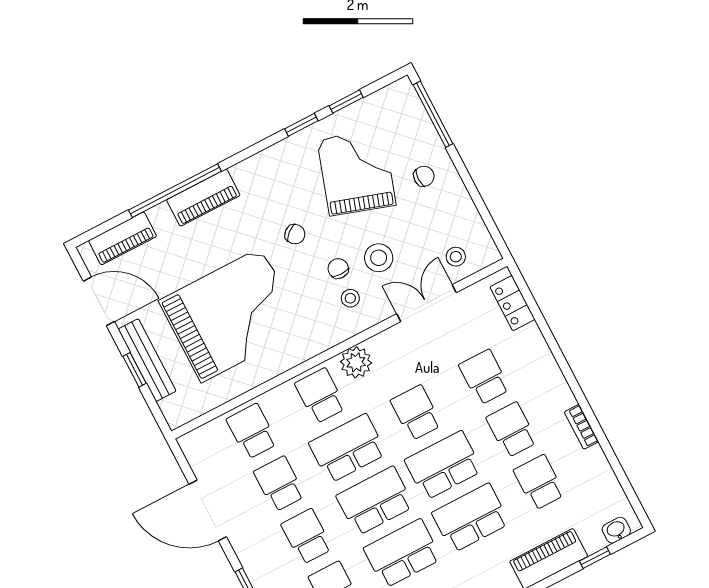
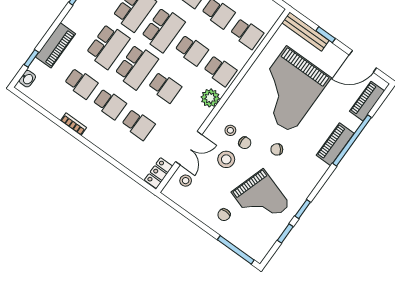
locker: (512, 303) -> (158, 173), moved, turned -90
bench: (147, 360) -> (305, 32), moved
school desk: (348, 448) -> (192, 50), width x0.54

